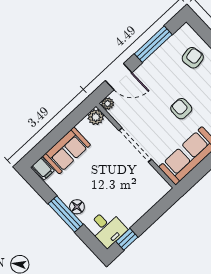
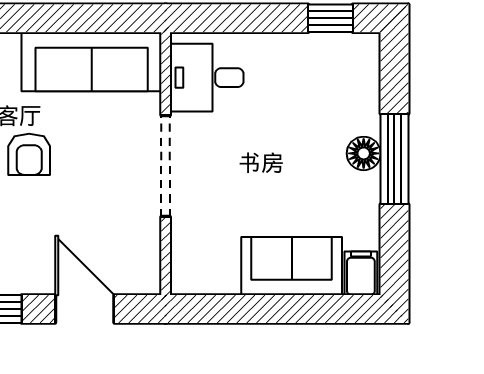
plant: (108, 104) -> (147, 280), removed
plant: (96, 117) -> (189, 276), removed
desk: (107, 228) -> (207, 78), moved, turned -90

